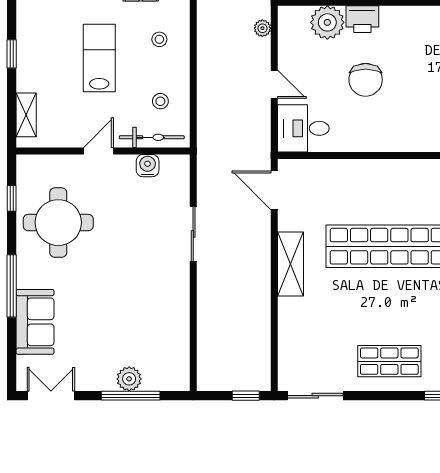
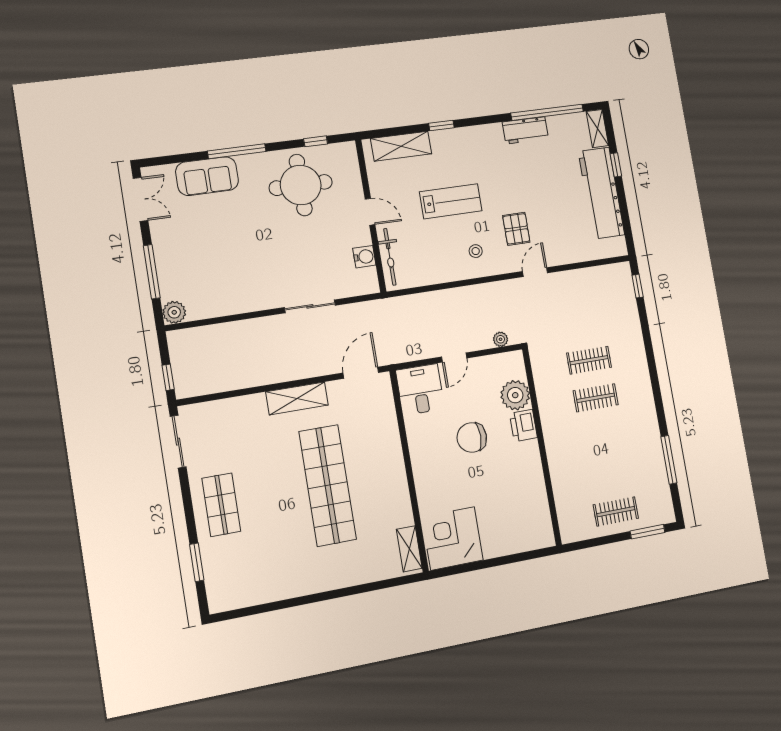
stool: (160, 101) -> (423, 260), removed
shelving: (26, 115) -> (401, 146), width x1.50, depth x1.33
plant: (129, 379) -> (174, 312), moved

